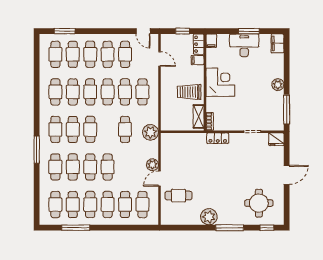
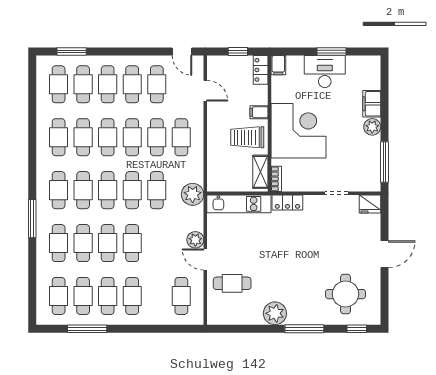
filing cabinet: (277, 43) -> (372, 104), moved
filing cabinet: (198, 60) -> (259, 112), moved
corner desk: (220, 82) -> (298, 131), width x1.36, depth x1.36
kitchen unit: (183, 139) -> (239, 204), added
door: (159, 179) -> (205, 259), hinge flipped
cafe table: (125, 205) -> (132, 190), moved

